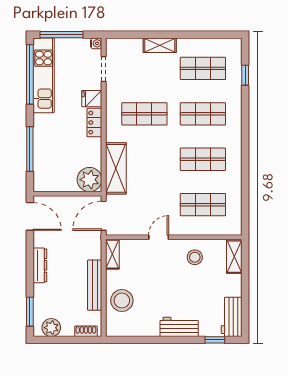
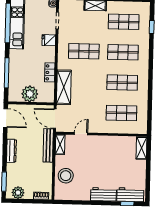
locker: (94, 123) -> (50, 72), moved
plant: (89, 180) -> (30, 94), moved
door: (104, 216) -> (55, 119), hinge flipped
door: (159, 237) -> (81, 134), moved
stool: (195, 257) -> (115, 148), removed
bench: (95, 285) -> (48, 145), moved
workbench: (232, 317) -> (130, 195), moved, turned 90

